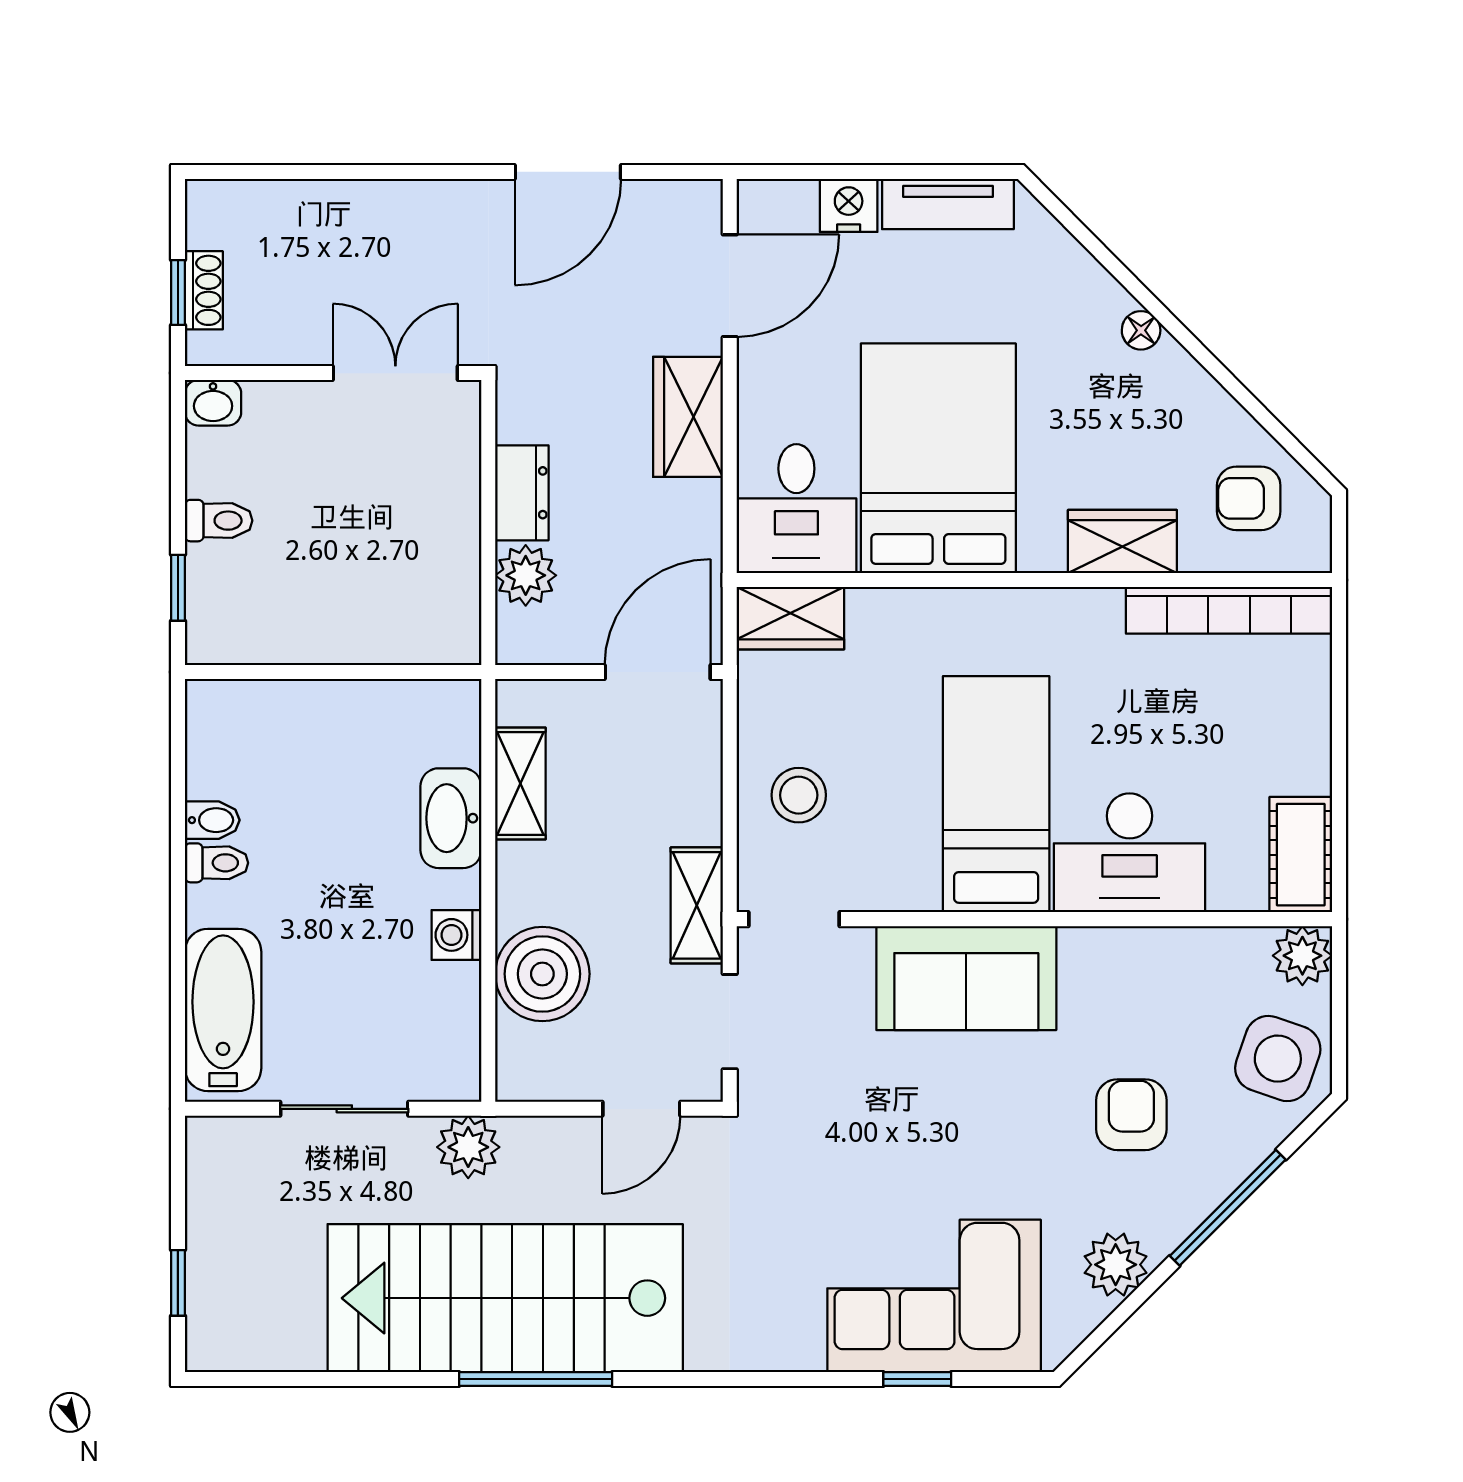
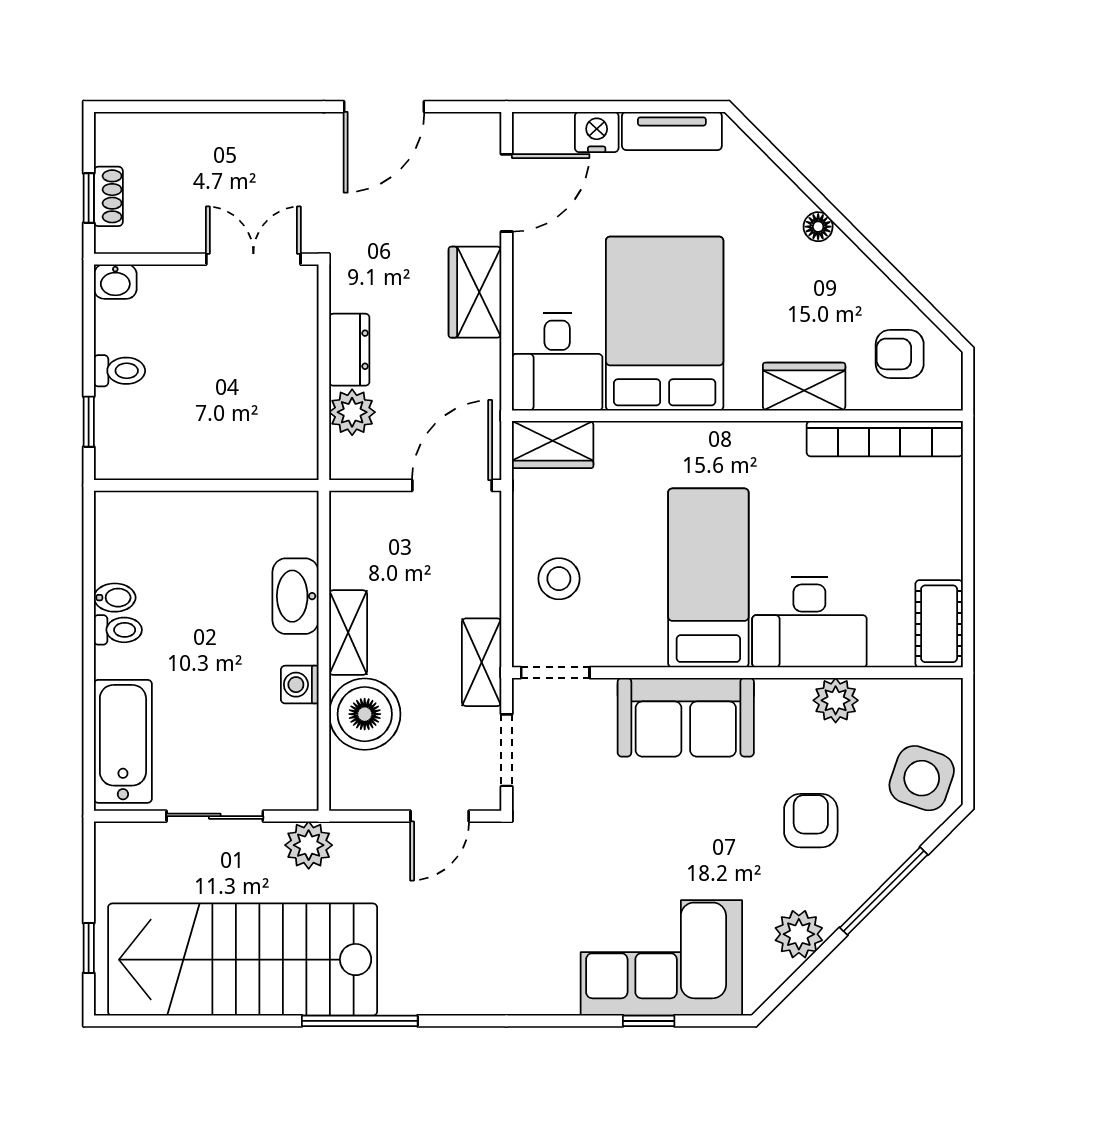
shelving: (520, 783) -> (348, 633), moved
plant: (1302, 956) -> (836, 700), moved
stairs: (505, 1298) -> (243, 960), moved

